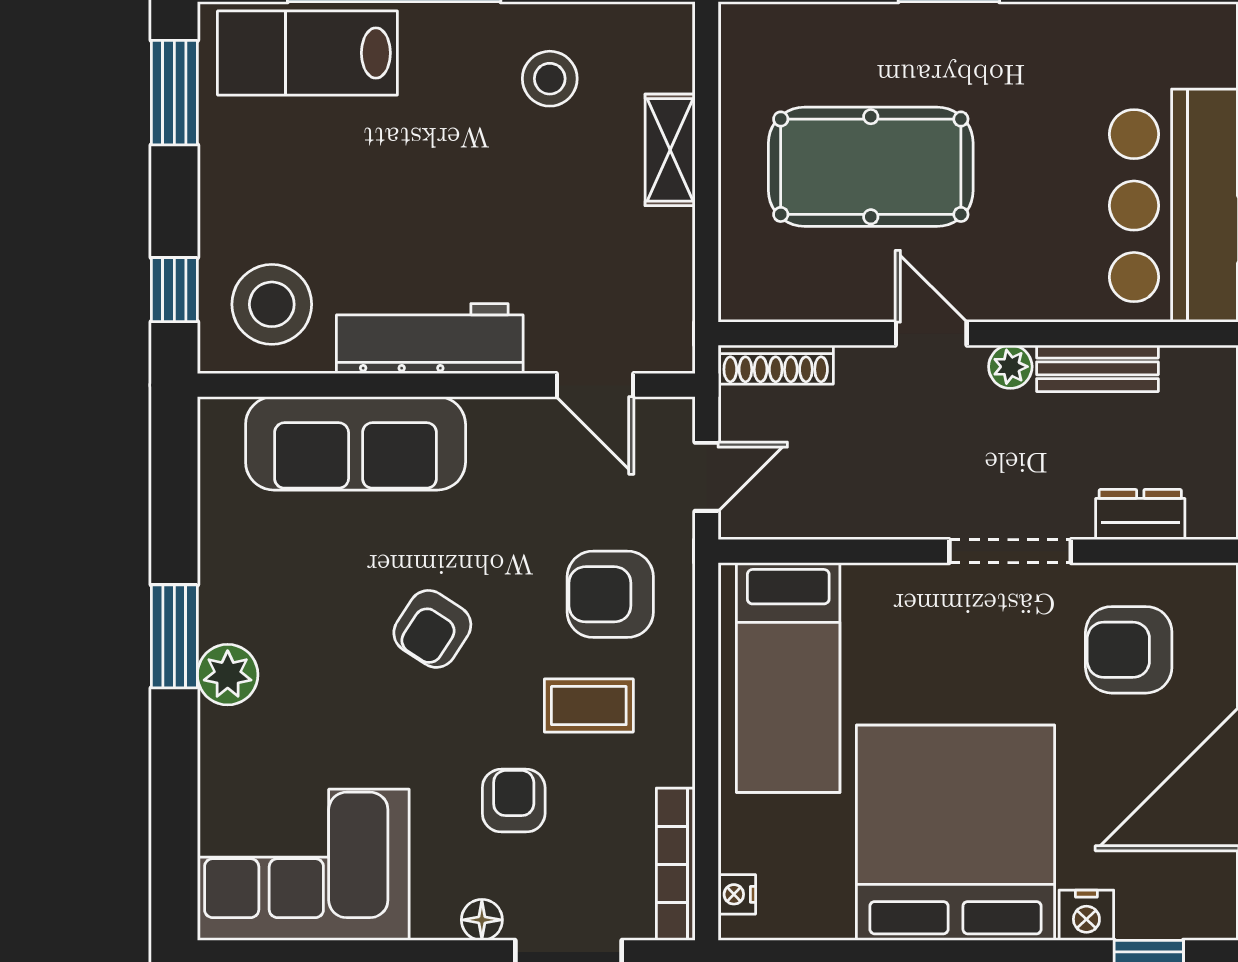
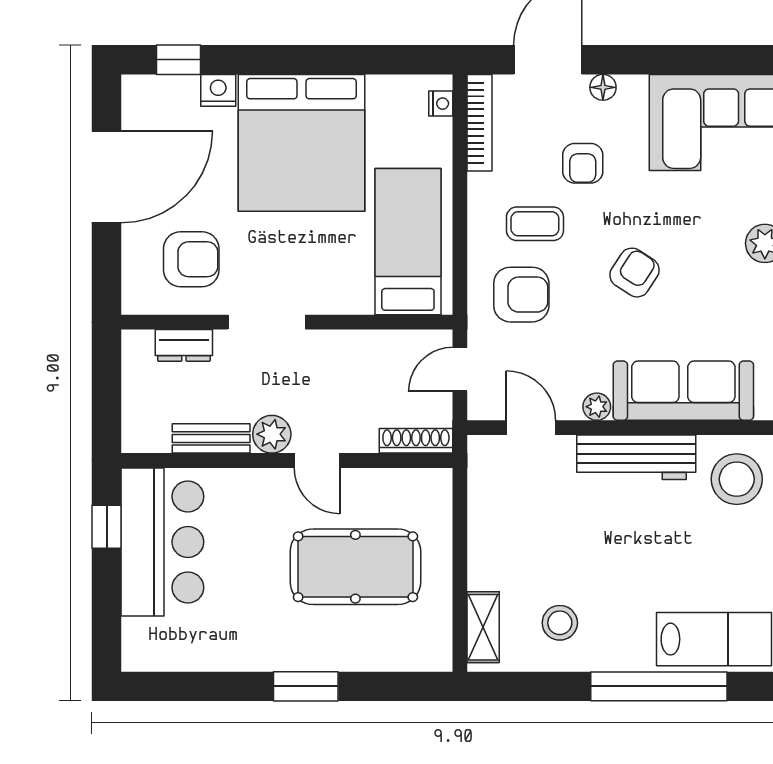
shelving: (670, 150) -> (483, 627), moved
plant: (1010, 367) -> (272, 434), width x1.38, depth x1.38
plant: (492, 418) -> (597, 407), added

